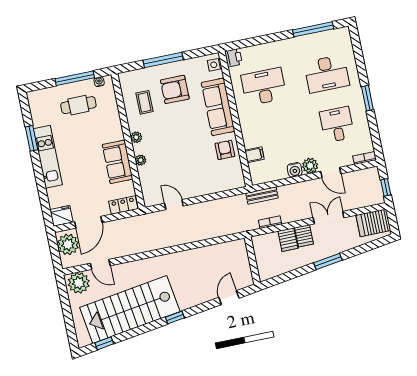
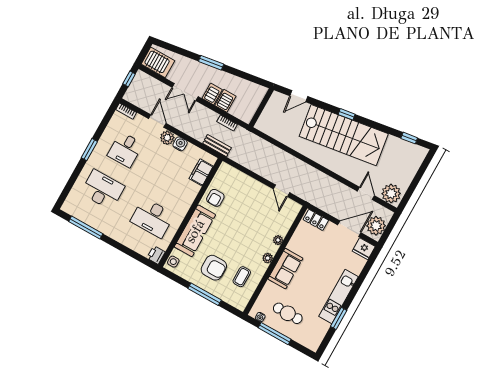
filing cabinet: (254, 155) -> (201, 172), width x2.00
sofa: (118, 162) -> (285, 269), moved
stairs: (130, 309) -> (344, 135), moved

